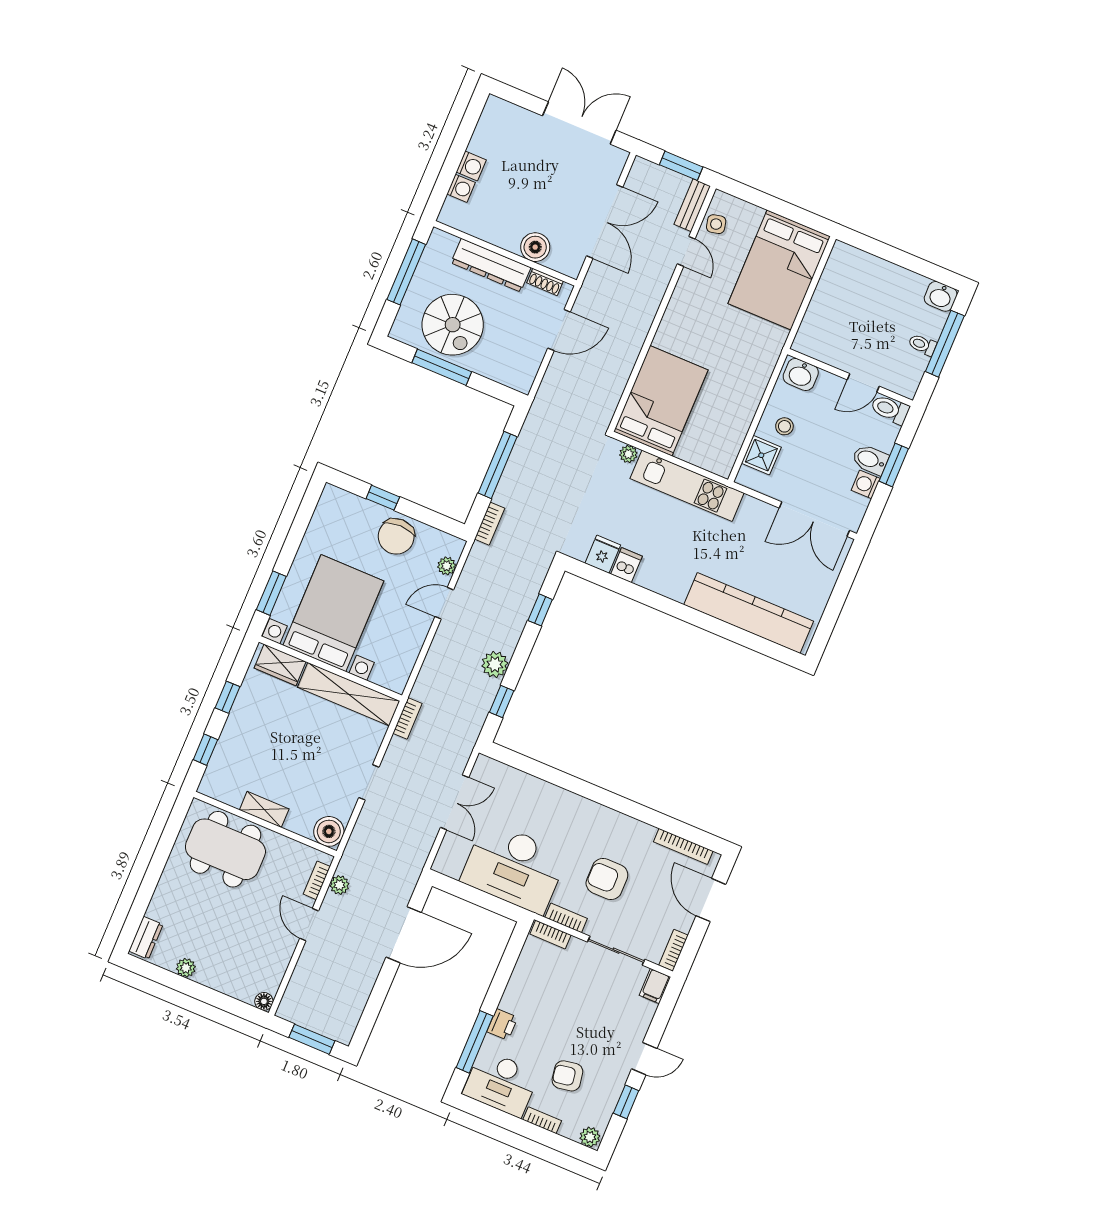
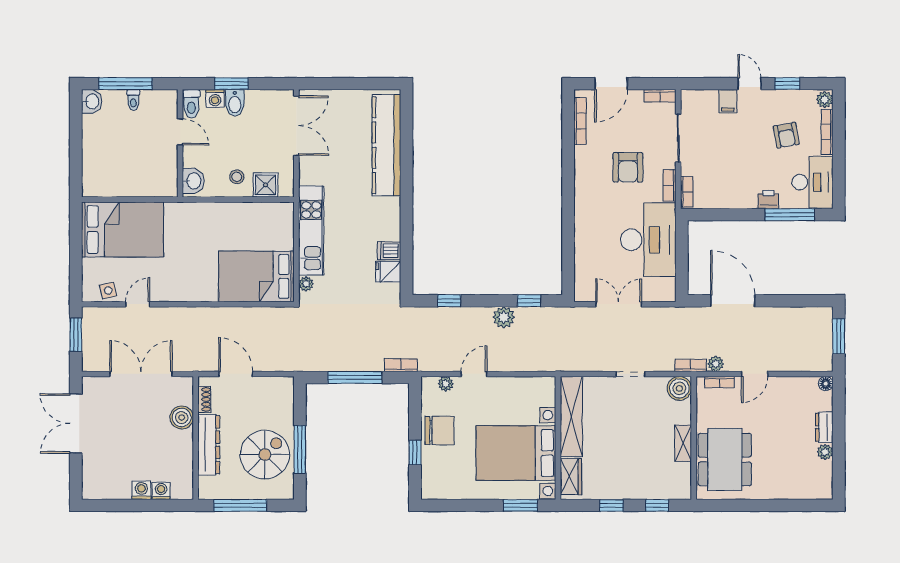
bench: (692, 205) -> (102, 314), removed
washing machine: (866, 484) -> (215, 98), moved
door: (444, 603) -> (474, 374), swing flipped
bookcase: (407, 718) -> (691, 365), moved
dresser: (146, 938) -> (824, 427), moved, turned -90
filing cabinet: (655, 986) -> (728, 101), moved, turned 90
bookcase: (542, 1120) -> (827, 132), width x1.56

